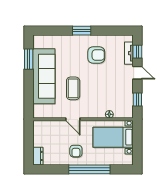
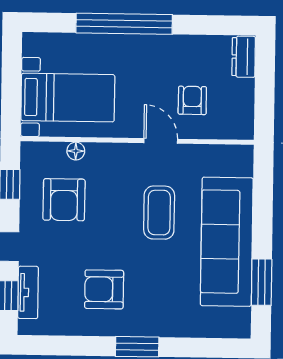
armchair: (114, 93) -> (64, 200), added
armchair: (76, 151) -> (192, 100), moved

